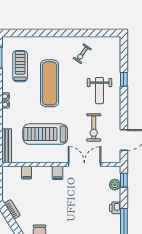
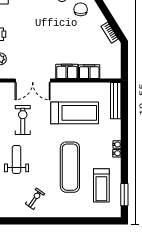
filing cabinet: (27, 173) -> (89, 72), width x2.00
filing cabinet: (57, 173) -> (67, 71), width x2.00

